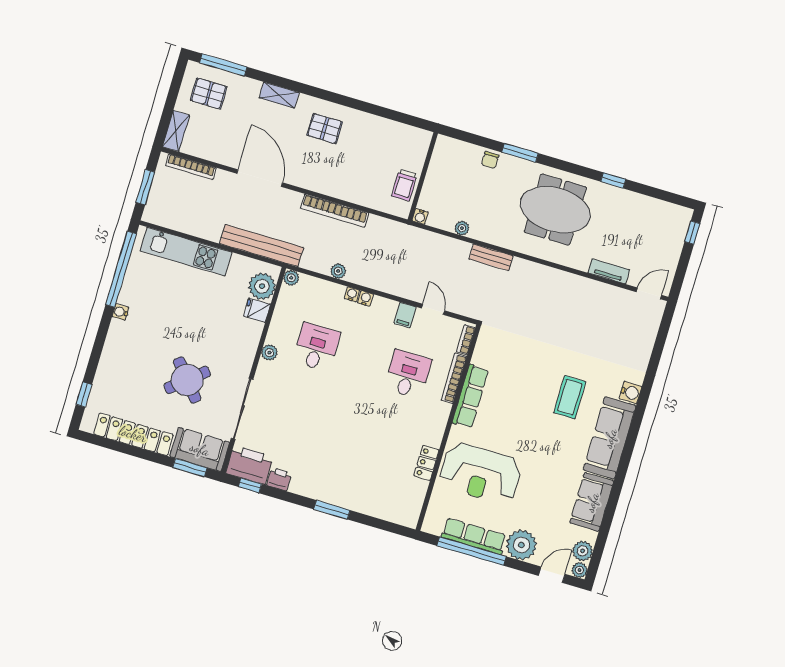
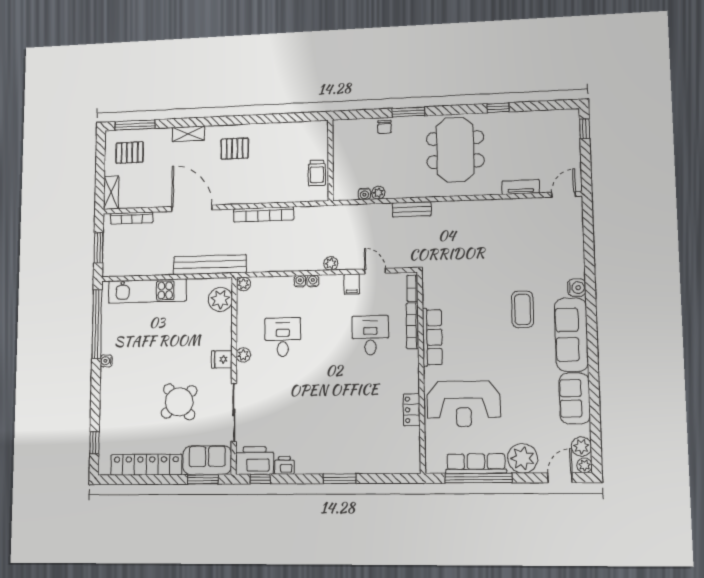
meeting table: (555, 210) -> (455, 150), turned 90
water cooler: (420, 216) -> (364, 194), moved
plant: (338, 271) -> (331, 263), moved
fridge: (257, 310) -> (222, 359), moved

